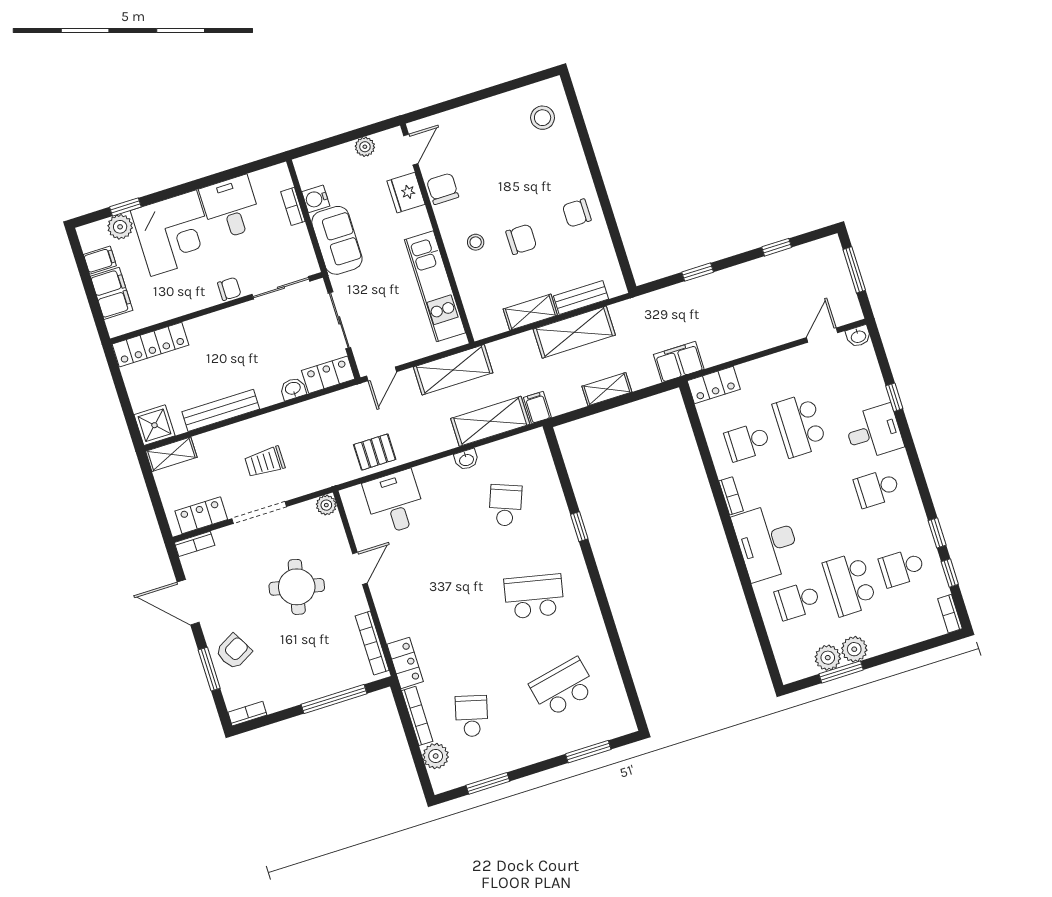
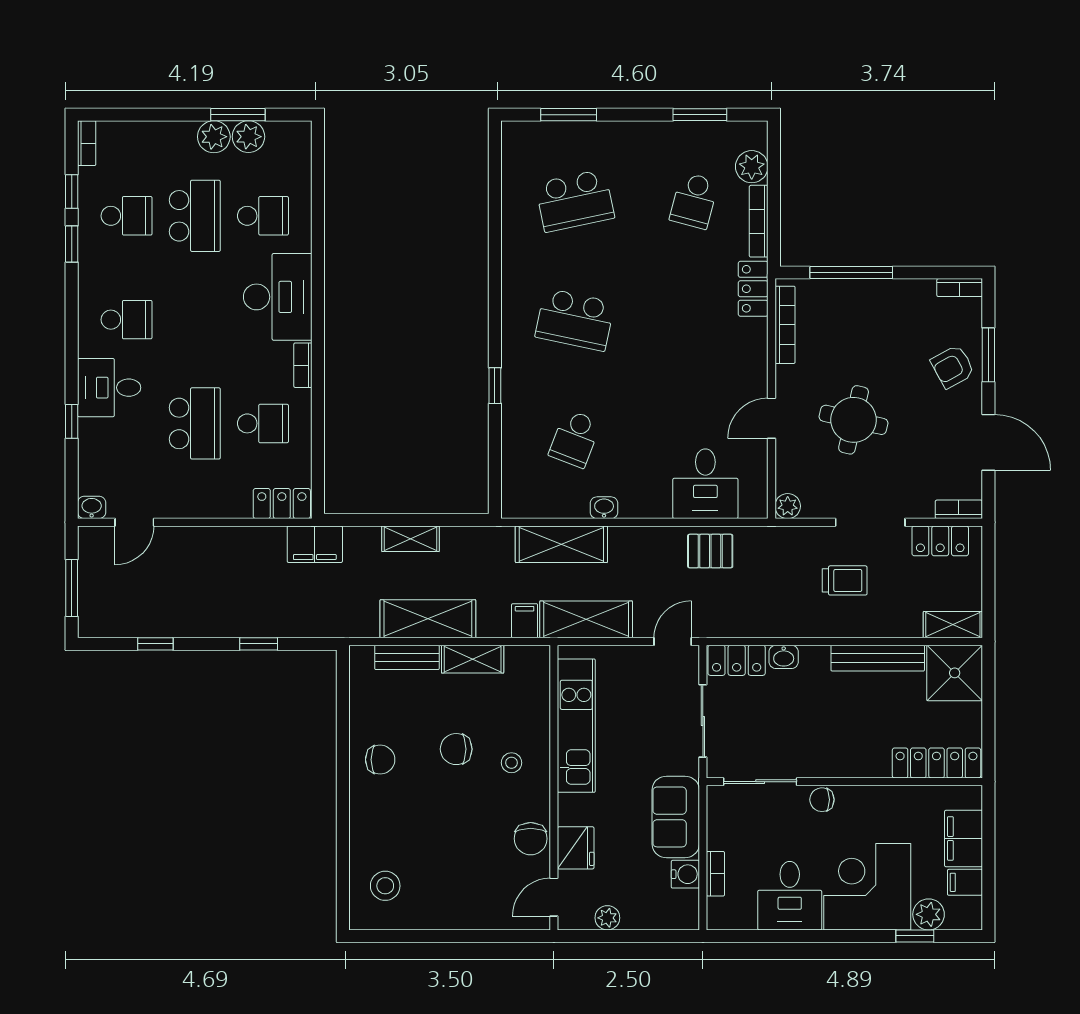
filing cabinet: (537, 407) -> (525, 621), moved, turned 180
shower: (154, 425) -> (955, 673), width x1.36, depth x1.36

